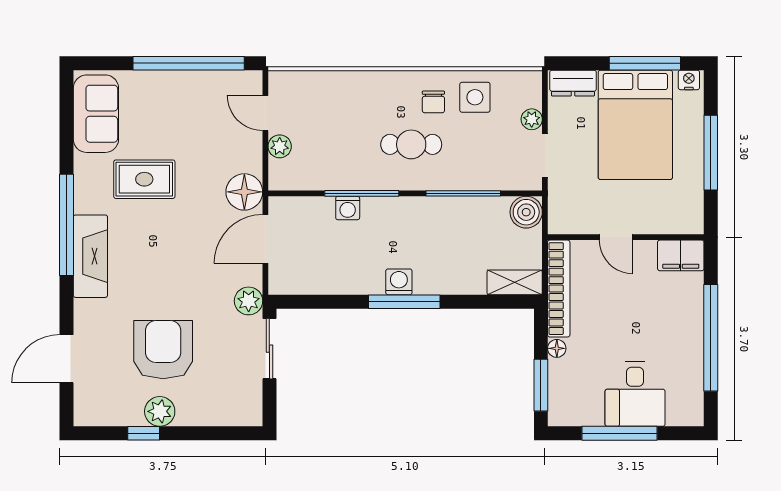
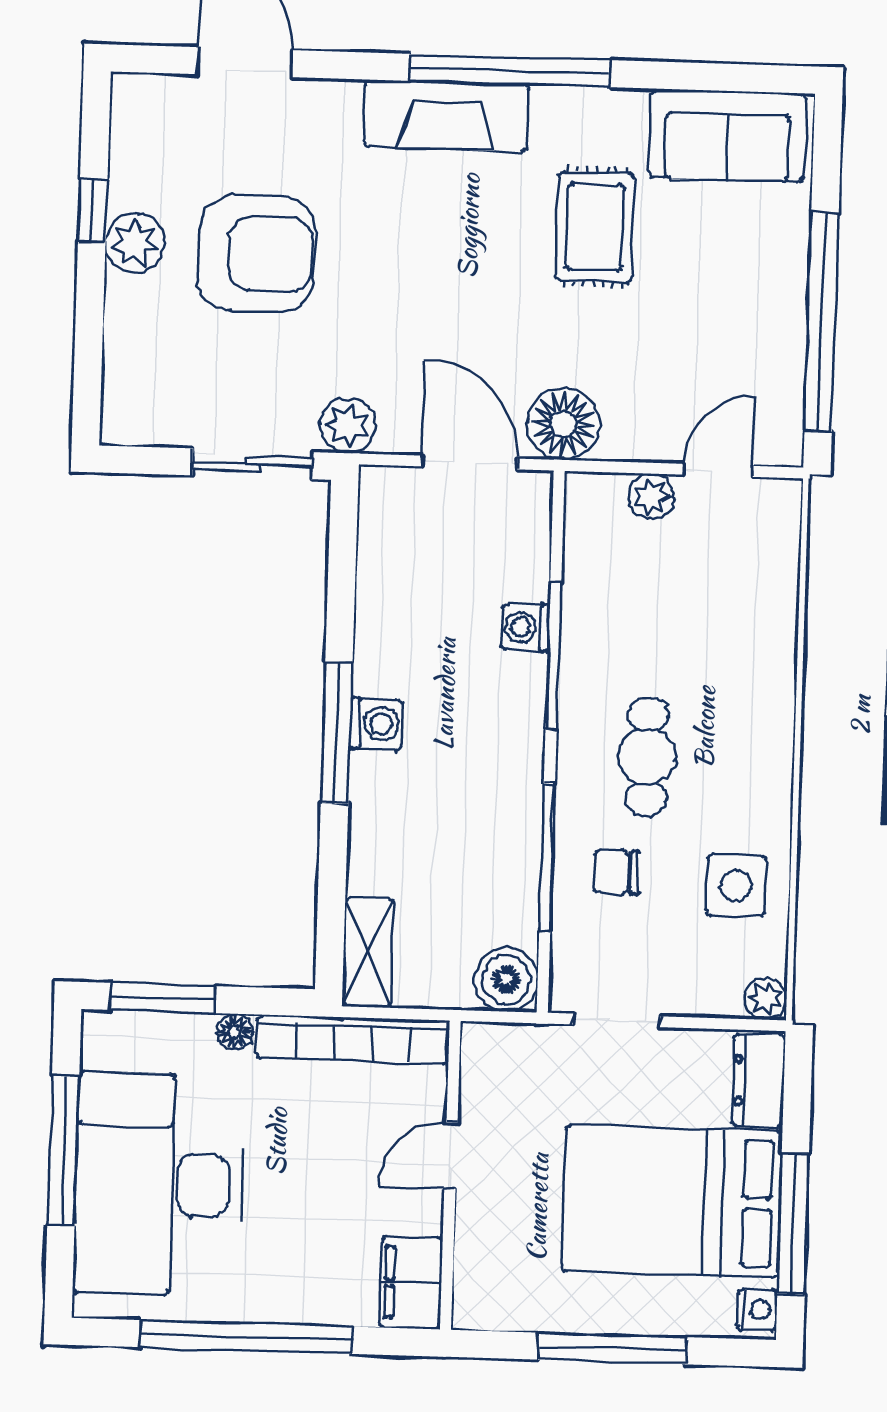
chair: (433, 102) -> (616, 872), moved
plant: (532, 119) -> (766, 999), moved
desk: (635, 394) -> (159, 1184), width x1.87, depth x1.30

